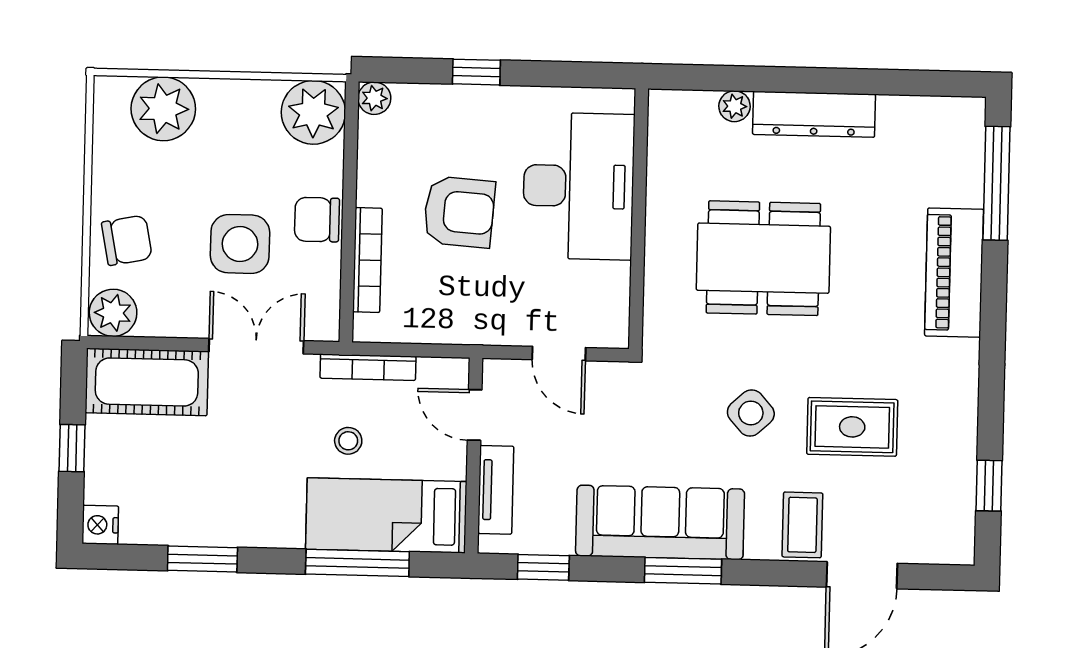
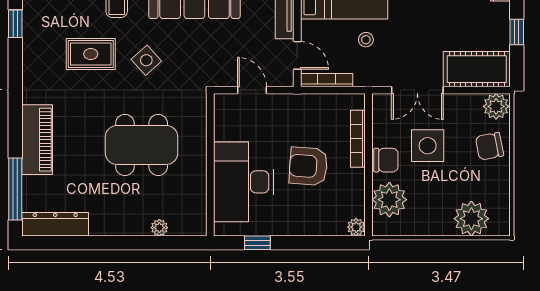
window: (476, 72) -> (257, 243), moved
plant: (313, 112) -> (389, 200), moved
dresser: (814, 114) -> (55, 224), moved
bookcase: (368, 367) -> (327, 80), moved

